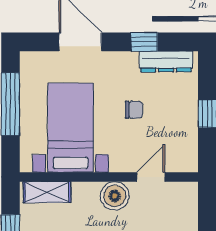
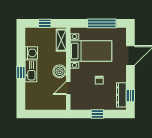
window: (144, 42) -> (130, 96), moved
door: (151, 177) -> (68, 88), swing flipped

